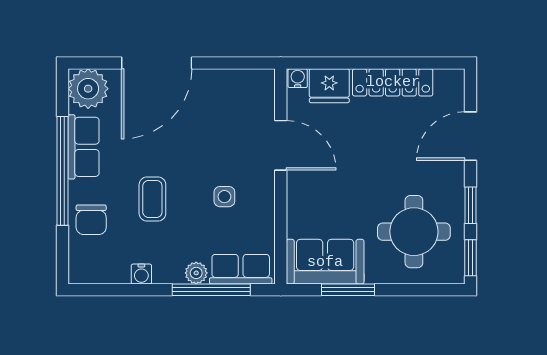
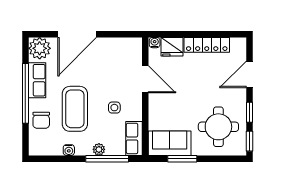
coffee table: (152, 199) -> (75, 109), width x1.86, depth x1.72
row of seats: (241, 269) -> (134, 138), moved, turned -90

